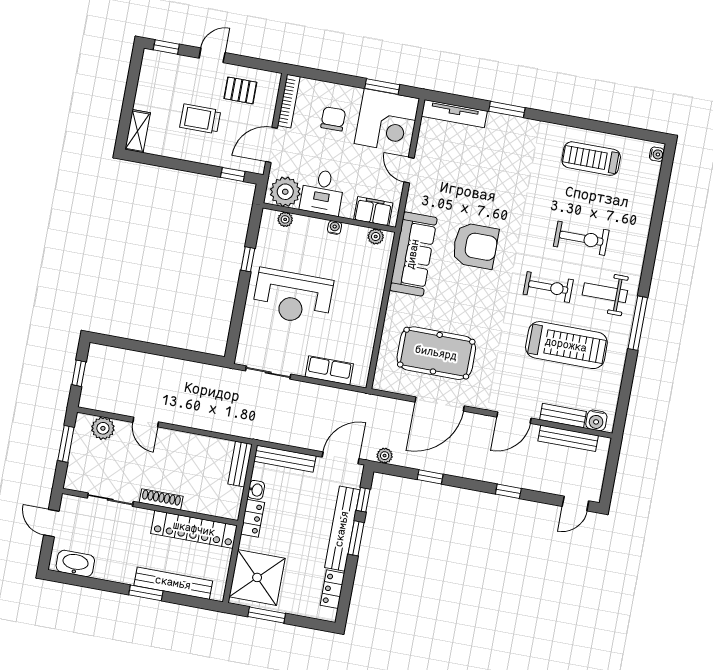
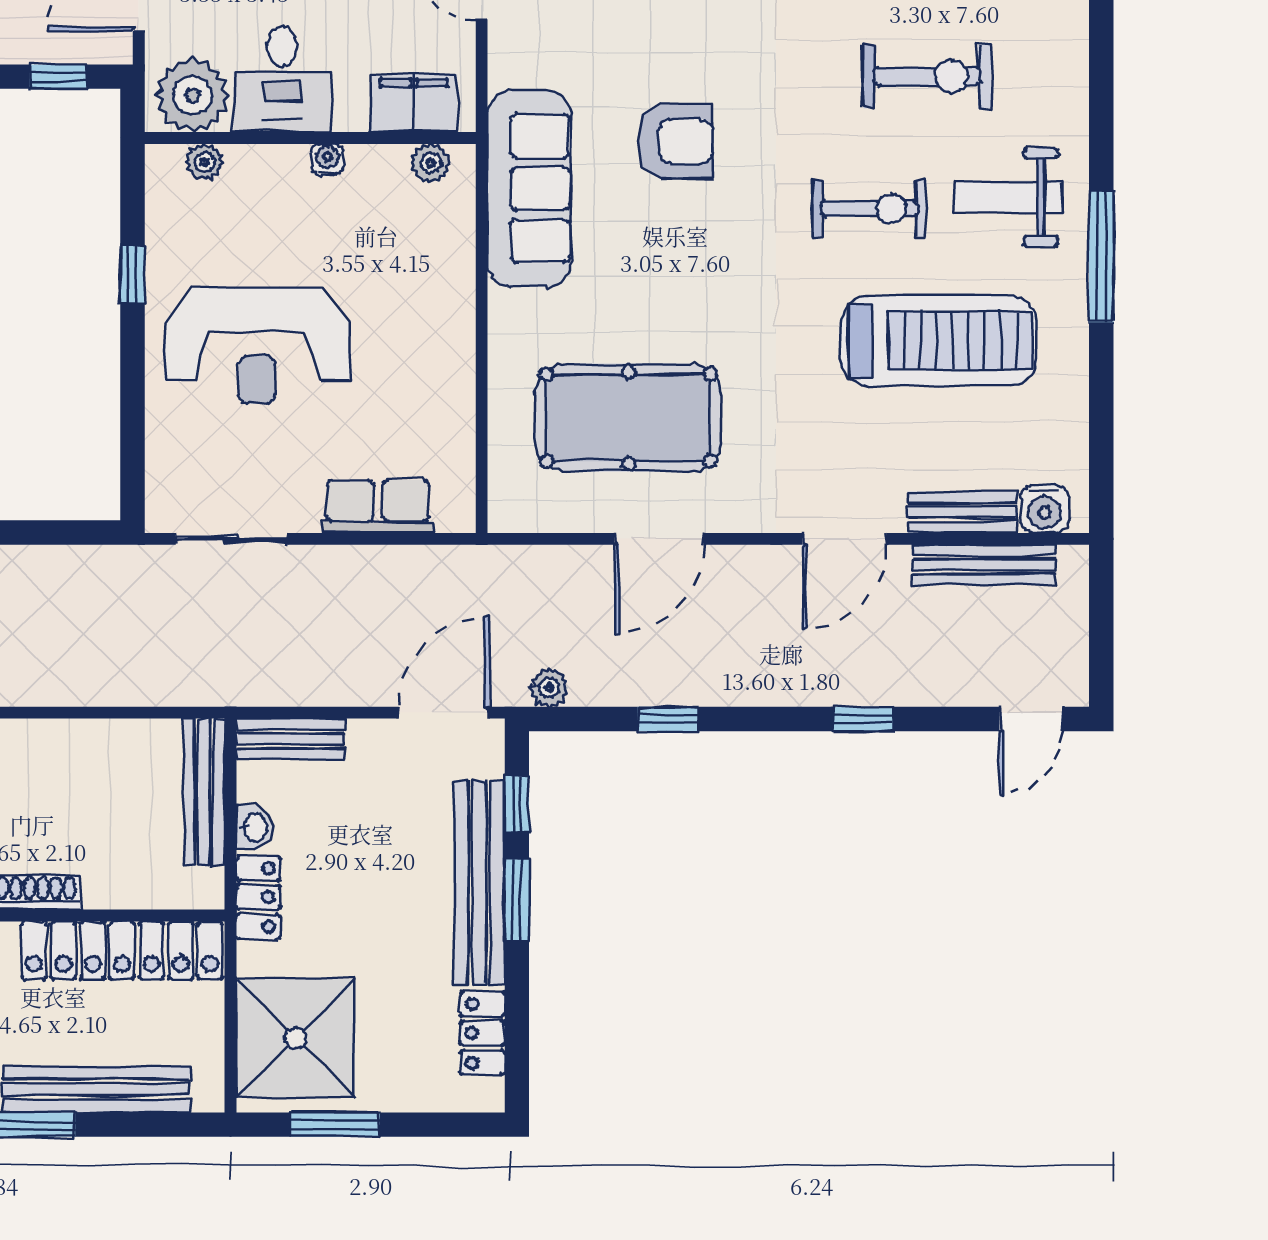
armchair: (475, 246) -> (675, 141), width x0.73, depth x0.73
door: (440, 404) -> (659, 539), width x0.73
bench: (285, 459) -> (290, 739), width x0.73
bench: (240, 464) -> (204, 792), width x1.36

